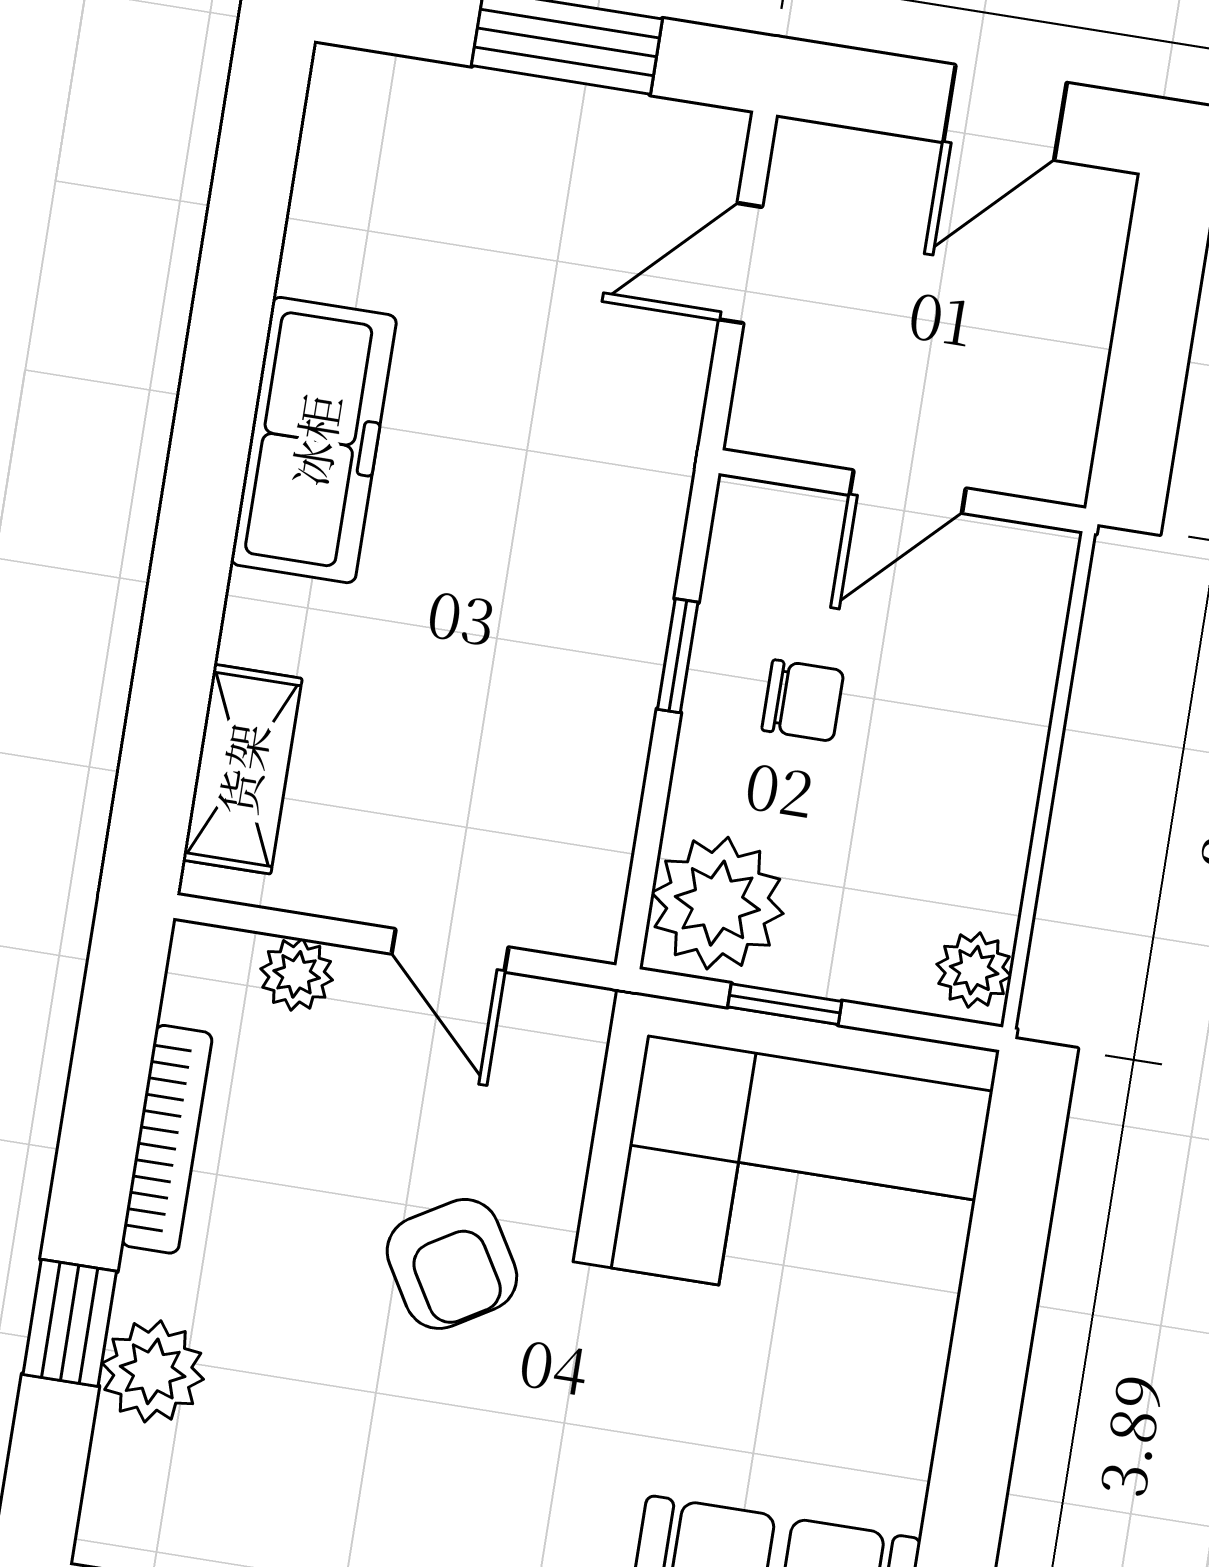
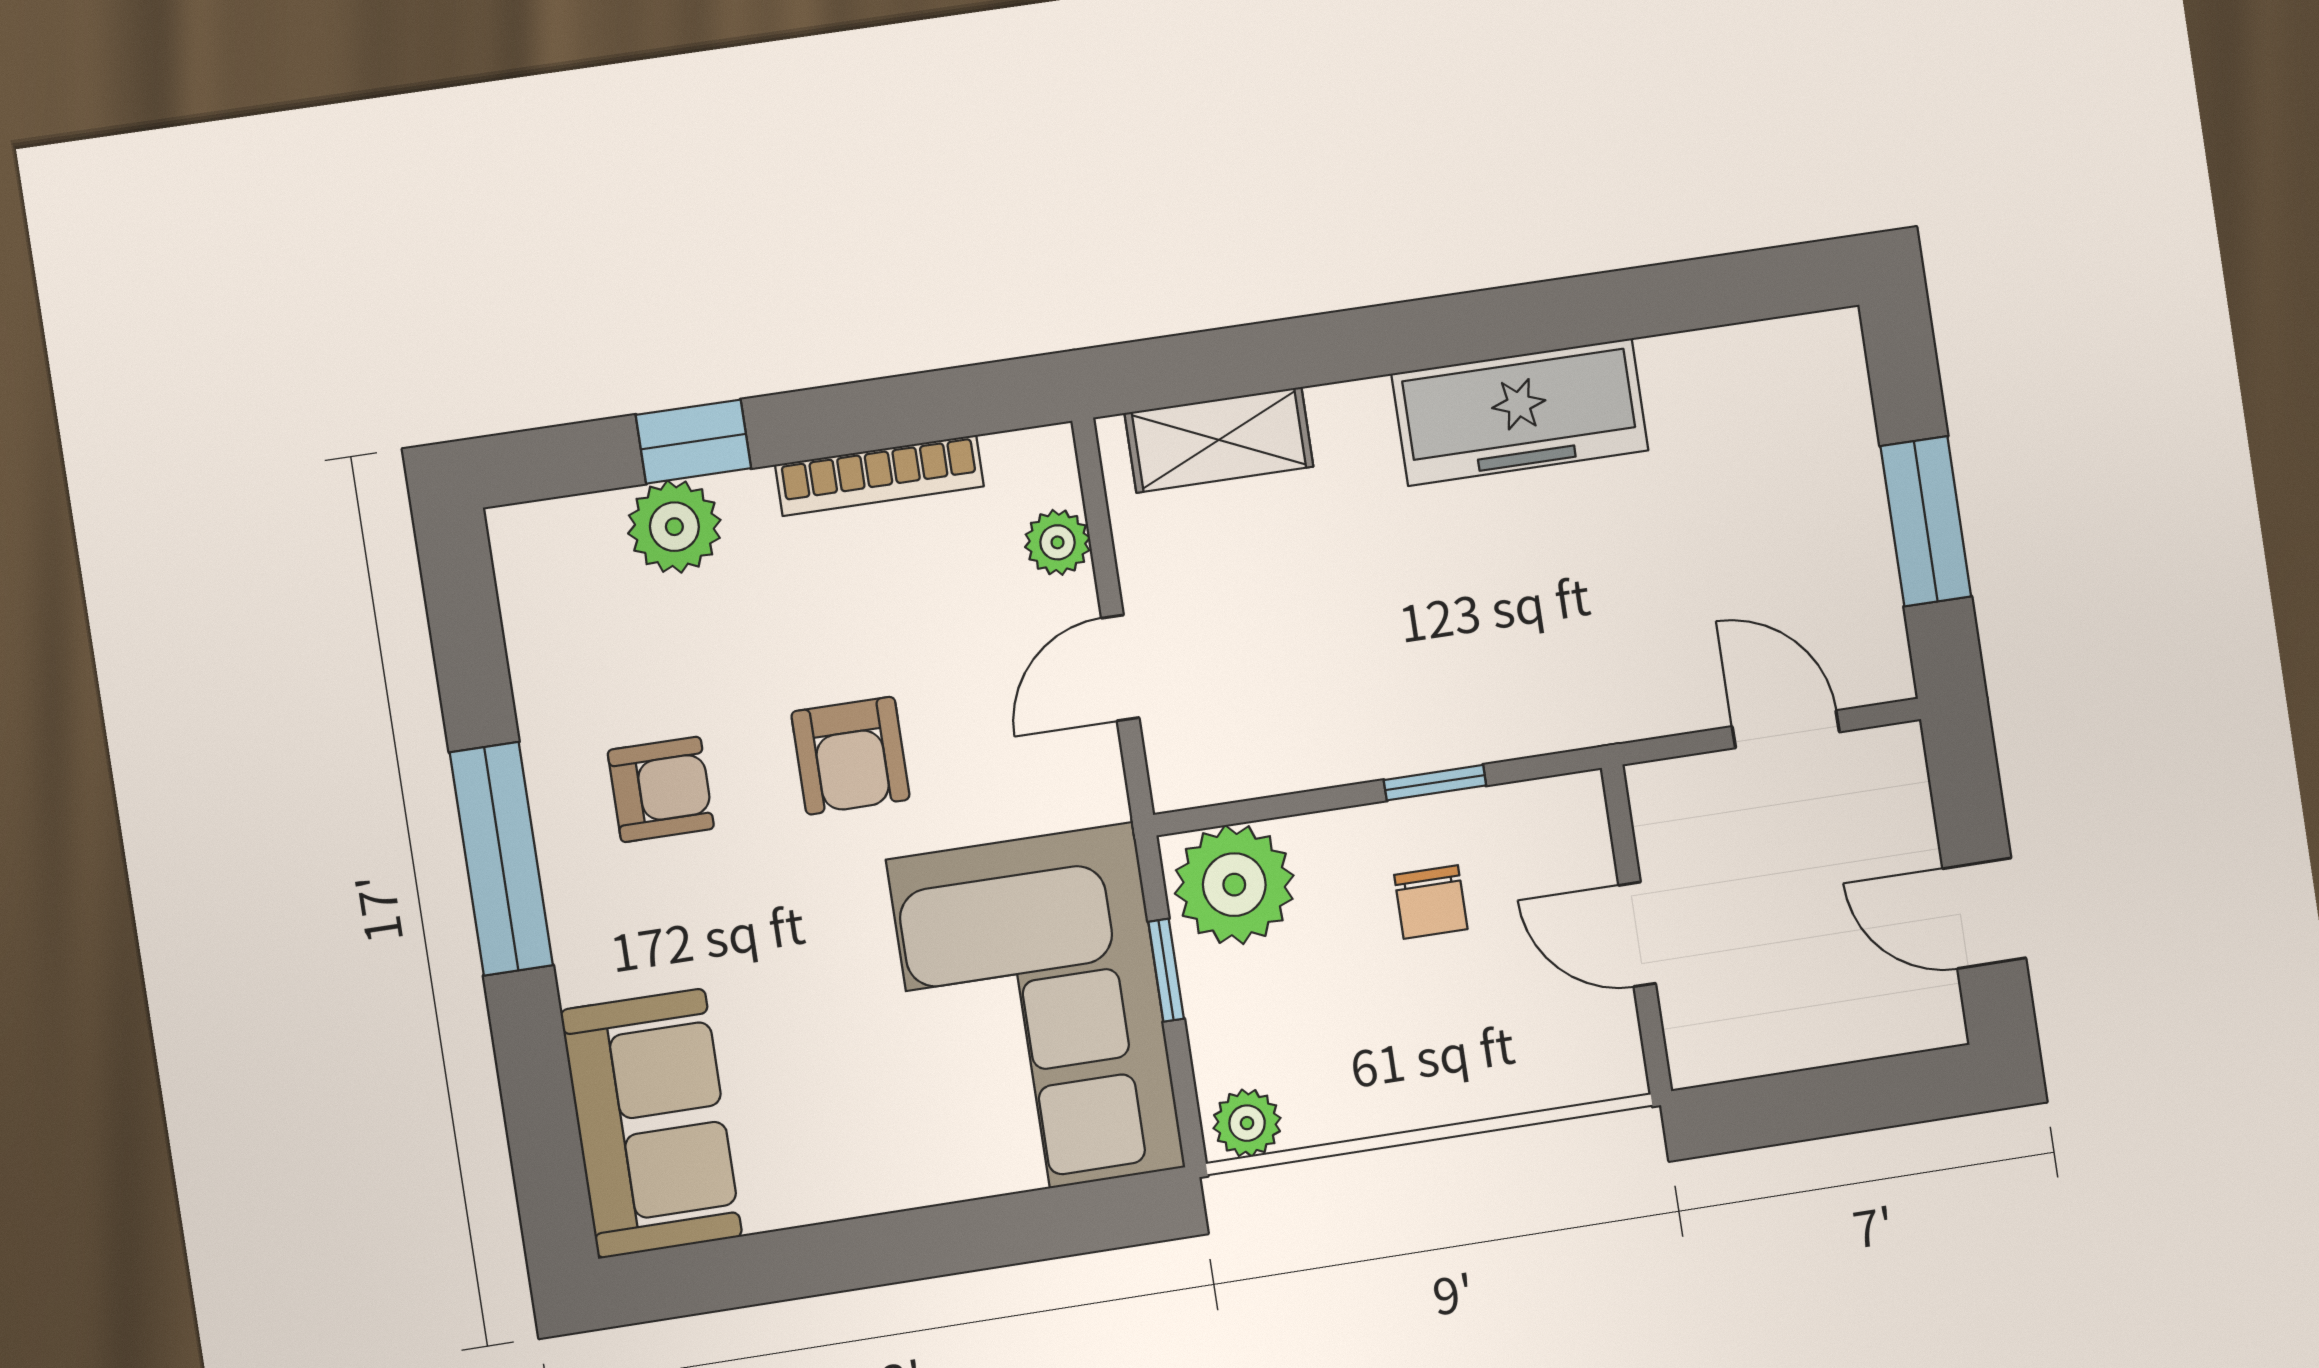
armchair: (452, 1264) -> (850, 756), turned -59
armchair: (424, 1474) -> (661, 789), added

